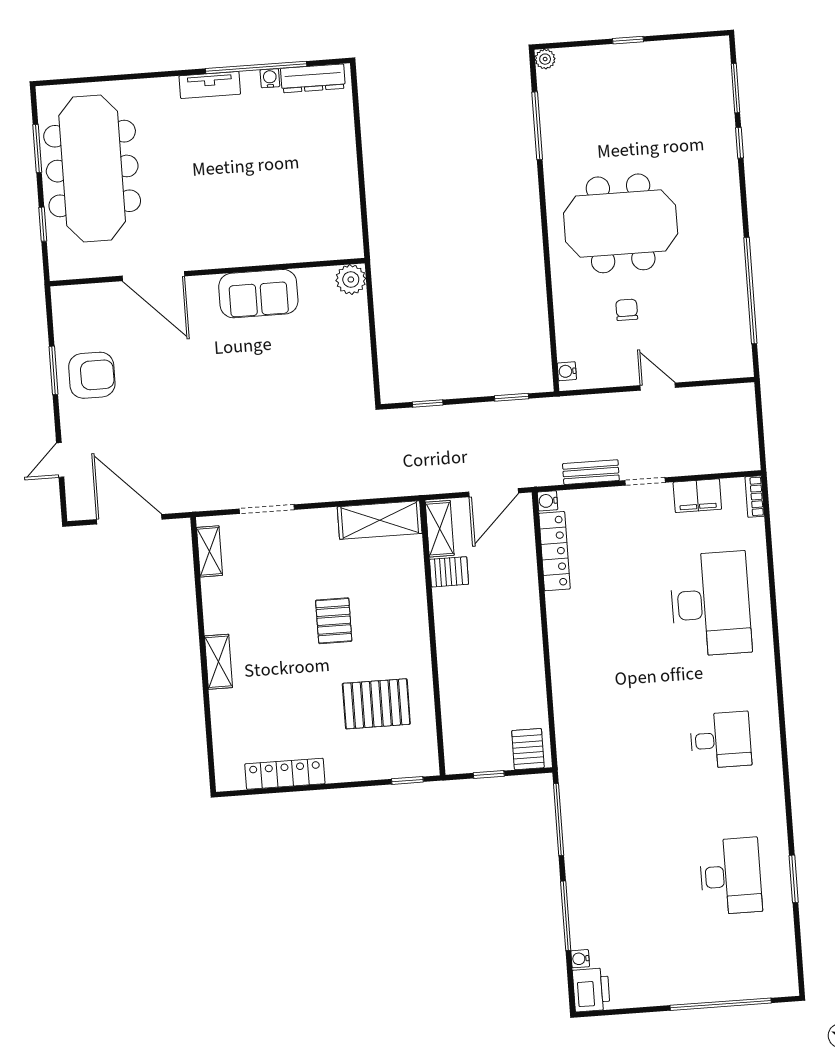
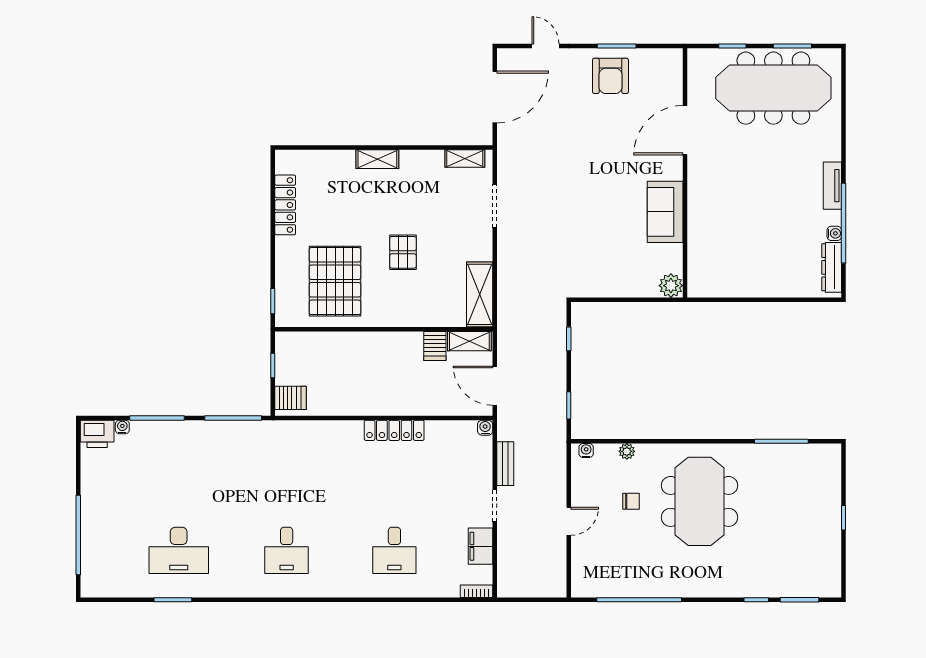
plant: (545, 59) -> (627, 451), moved
locker: (554, 551) -> (394, 430), moved
desk: (711, 604) -> (394, 550), width x0.53, depth x0.77
pallet: (334, 621) -> (403, 252), turned 90
pallet: (376, 704) -> (335, 281), width x1.37, depth x1.41

